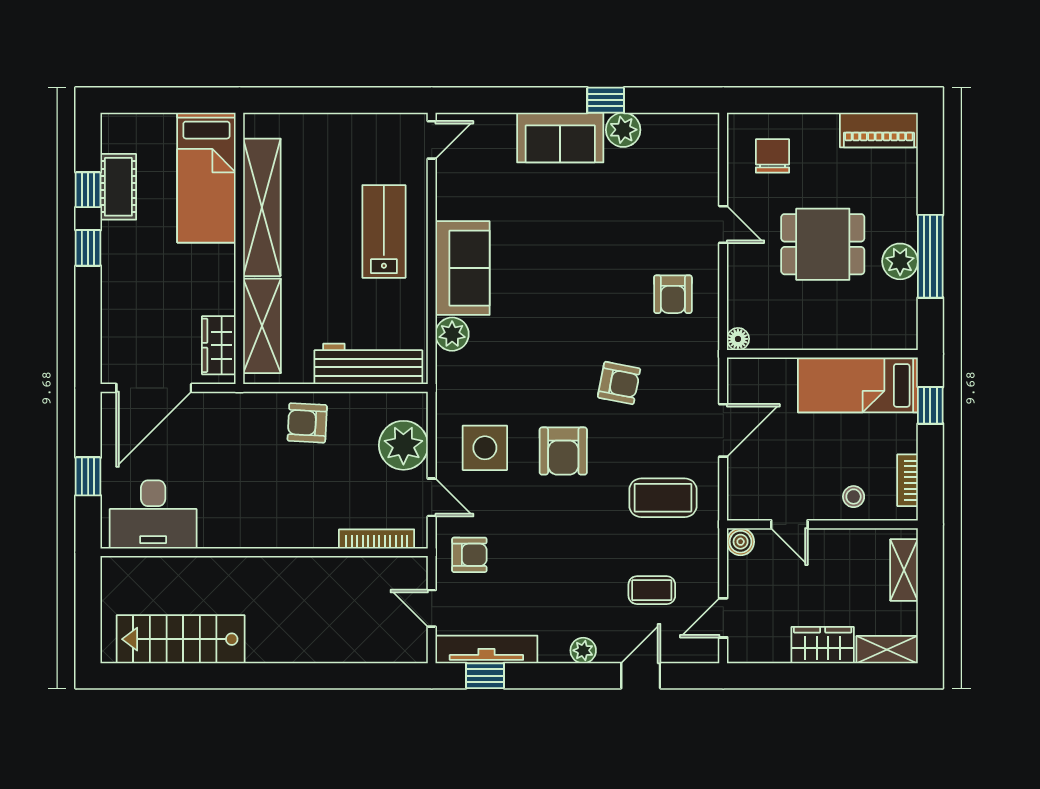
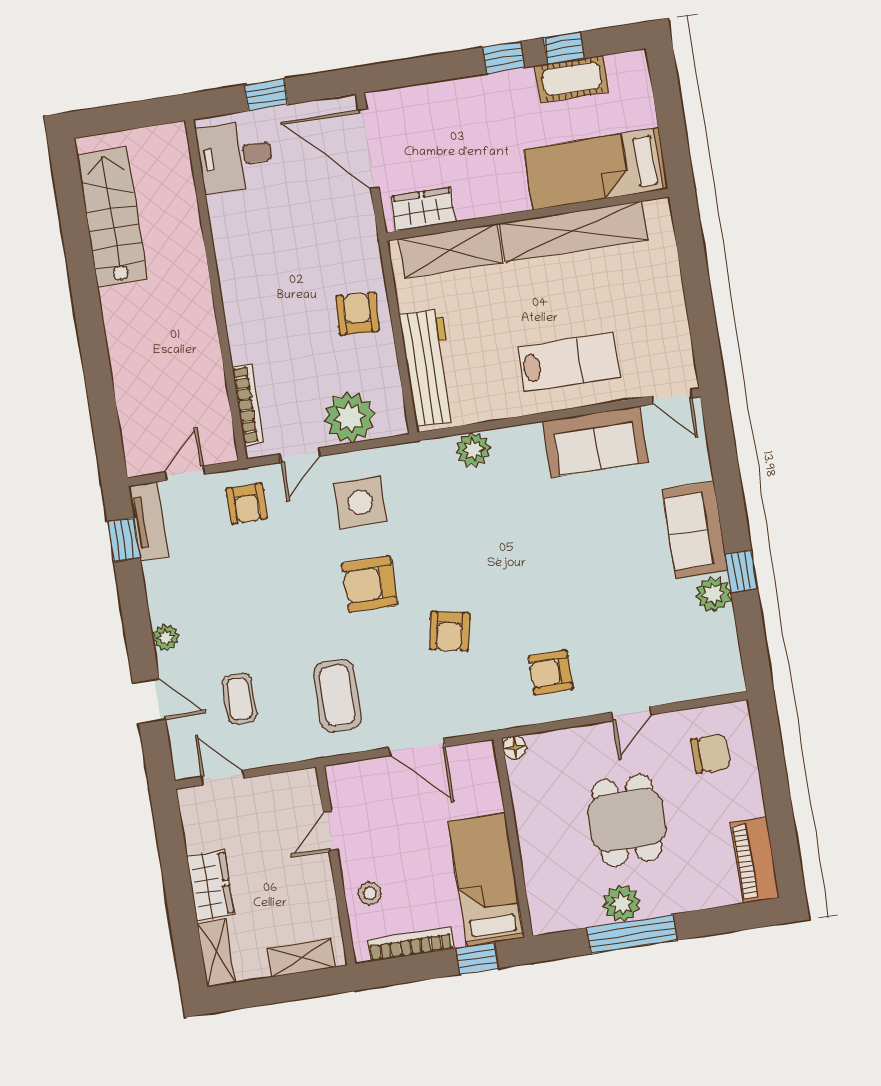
sofa: (463, 268) -> (595, 442), moved
bookcase: (908, 480) -> (411, 944), width x1.56
desk: (153, 514) -> (235, 156), width x0.73
boiler: (741, 542) -> (304, 783), removed
tv unit: (486, 649) -> (149, 521), width x0.71

